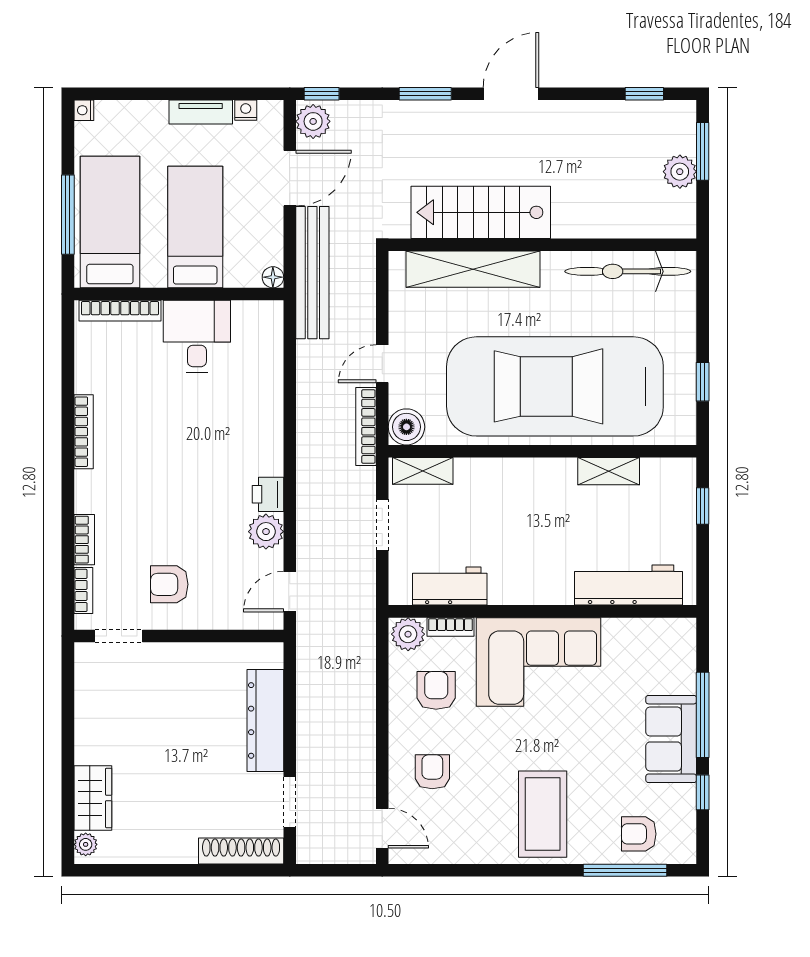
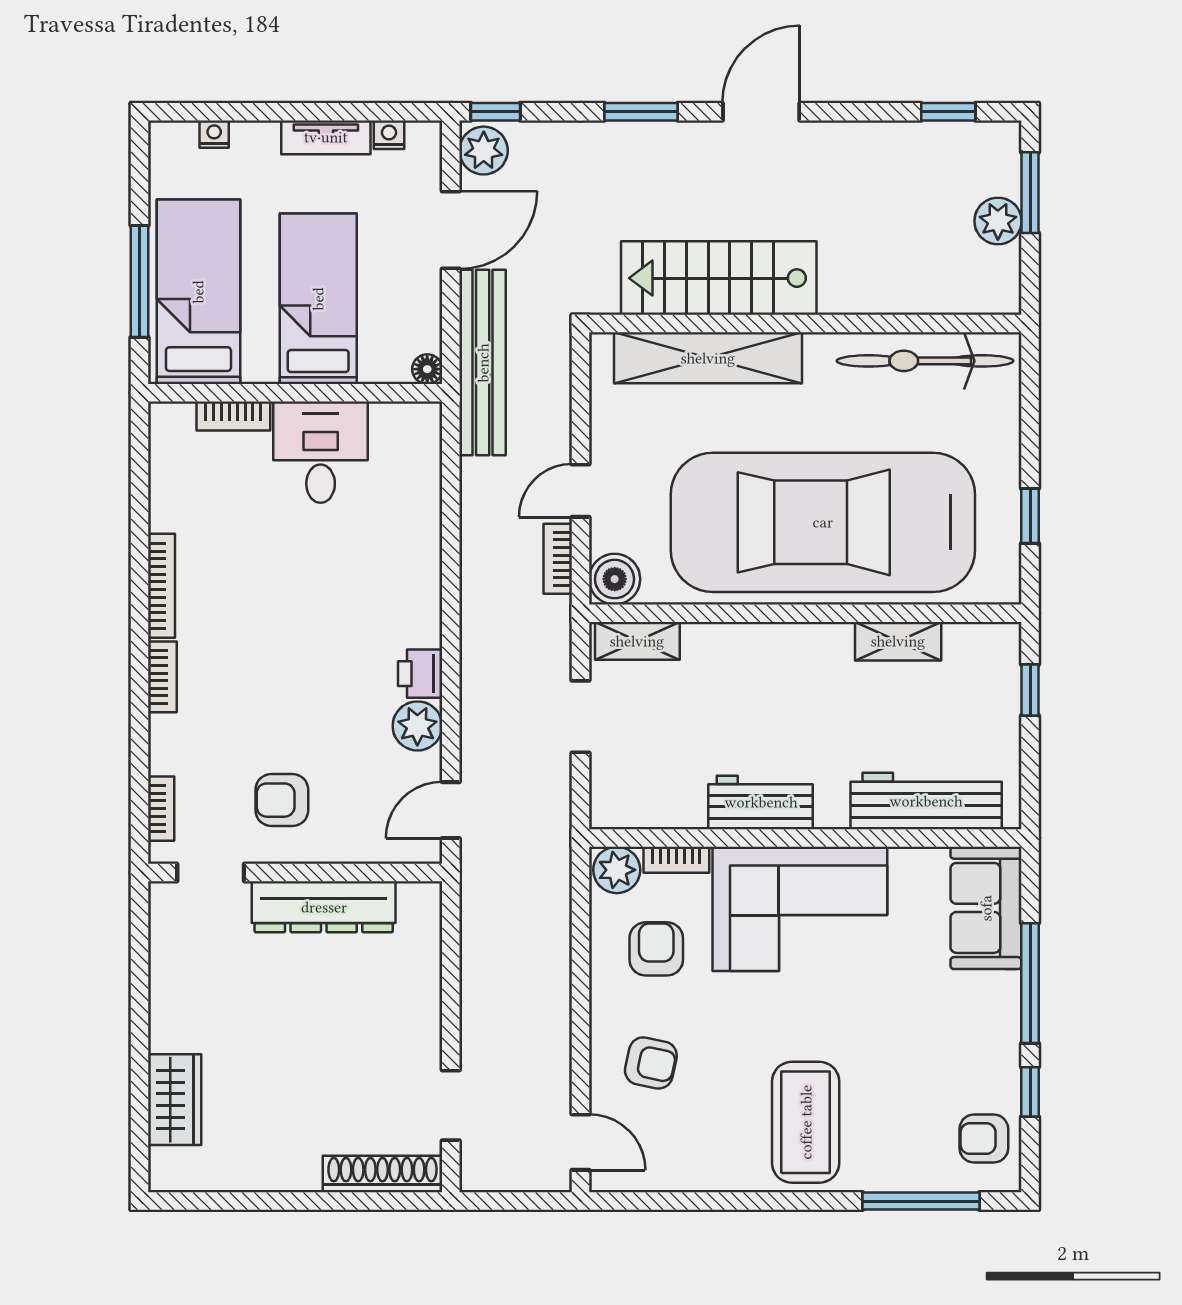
nightstand: (84, 110) -> (214, 134), moved, turned 90
bookcase: (120, 311) -> (233, 416), width x0.64
bookcase: (366, 427) -> (558, 559), width x0.64
bookcase: (84, 540) -> (162, 677), moved
workbench: (450, 586) -> (761, 802), moved
dresser: (265, 720) -> (324, 907), moved, turned -90
sofa: (671, 739) -> (986, 908), moved
armchair: (432, 772) -> (651, 1063), turned 102
armchair: (639, 834) -> (984, 1139), moved
plant: (86, 844) -> (164, 1165), removed

